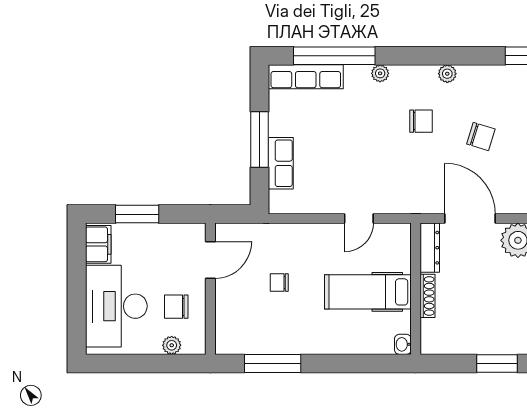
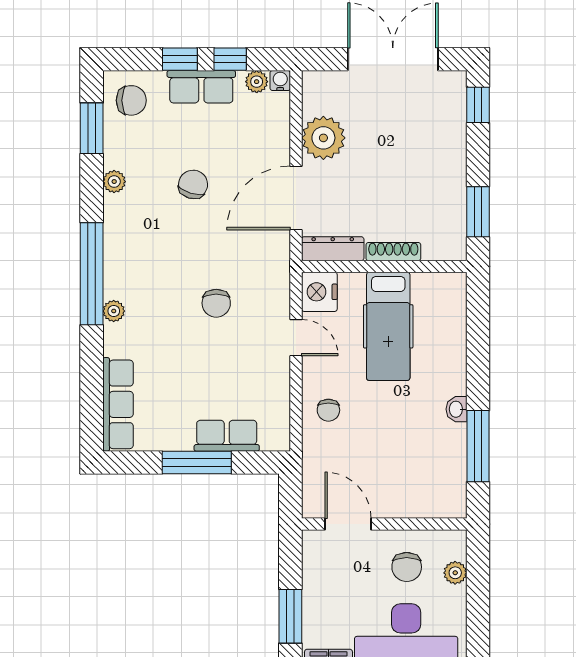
window: (334, 56) -> (92, 274), moved
plant: (447, 74) -> (114, 182), moved
chair: (421, 121) -> (216, 303), moved, turned 180
nightstand: (395, 237) -> (319, 292), added
chair: (279, 282) -> (328, 410), moved
washbasin: (403, 344) -> (457, 409), moved, turned 90
window: (497, 363) -> (478, 212), moved

